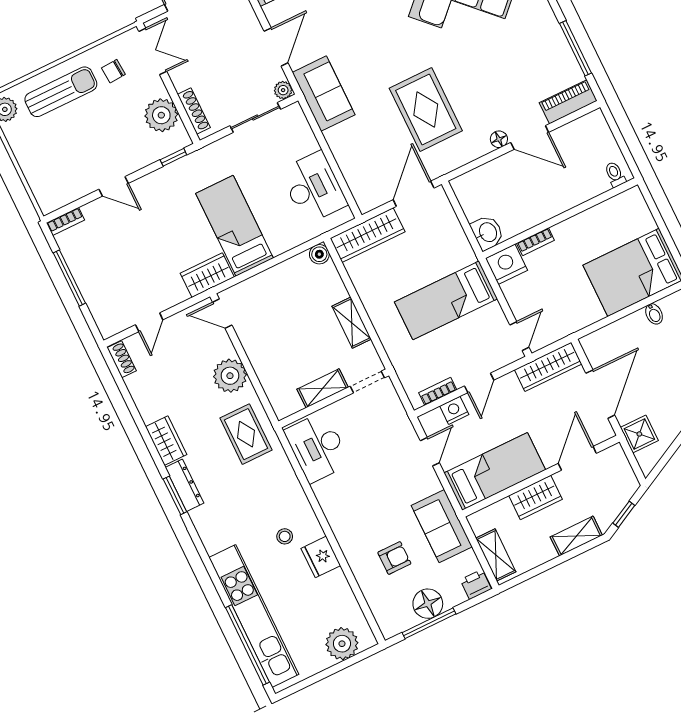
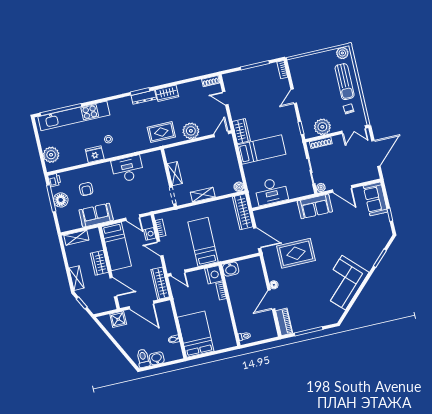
desk: (317, 447) -> (128, 169), moved
printer: (476, 584) -> (54, 180), moved

